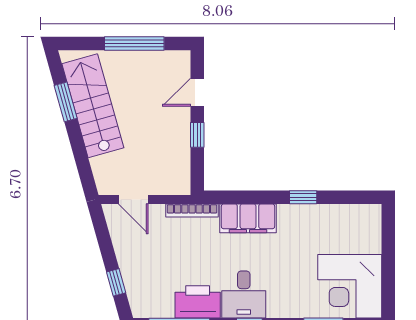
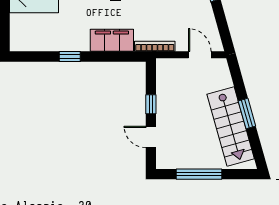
door: (197, 92) -> (151, 137), swing flipped
window: (66, 102) -> (247, 113), moved

